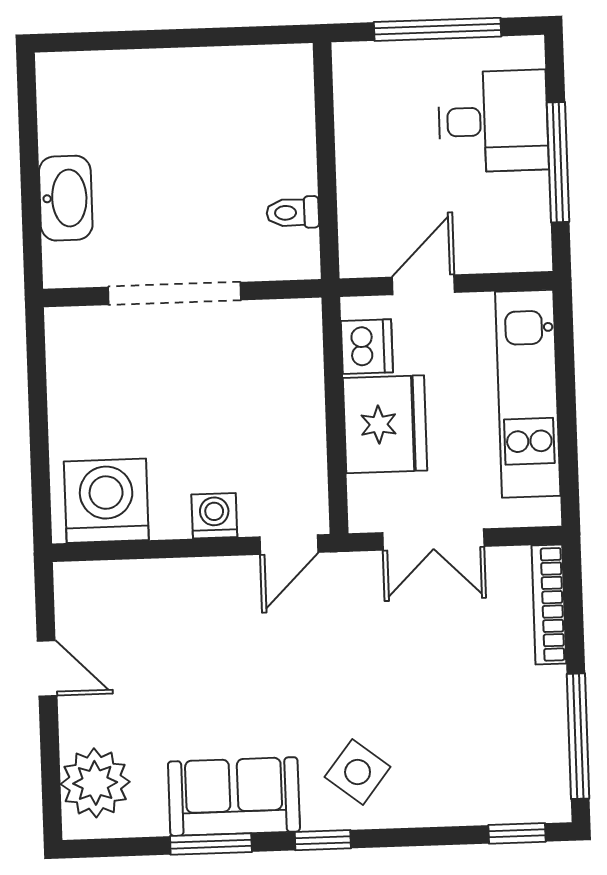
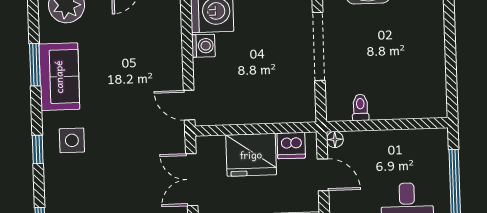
floor lamp: (355, 262) -> (335, 139), added
washing machine: (214, 516) -> (203, 46), moved
side table: (358, 772) -> (72, 140), turned -38
window: (323, 840) -> (38, 150), moved

